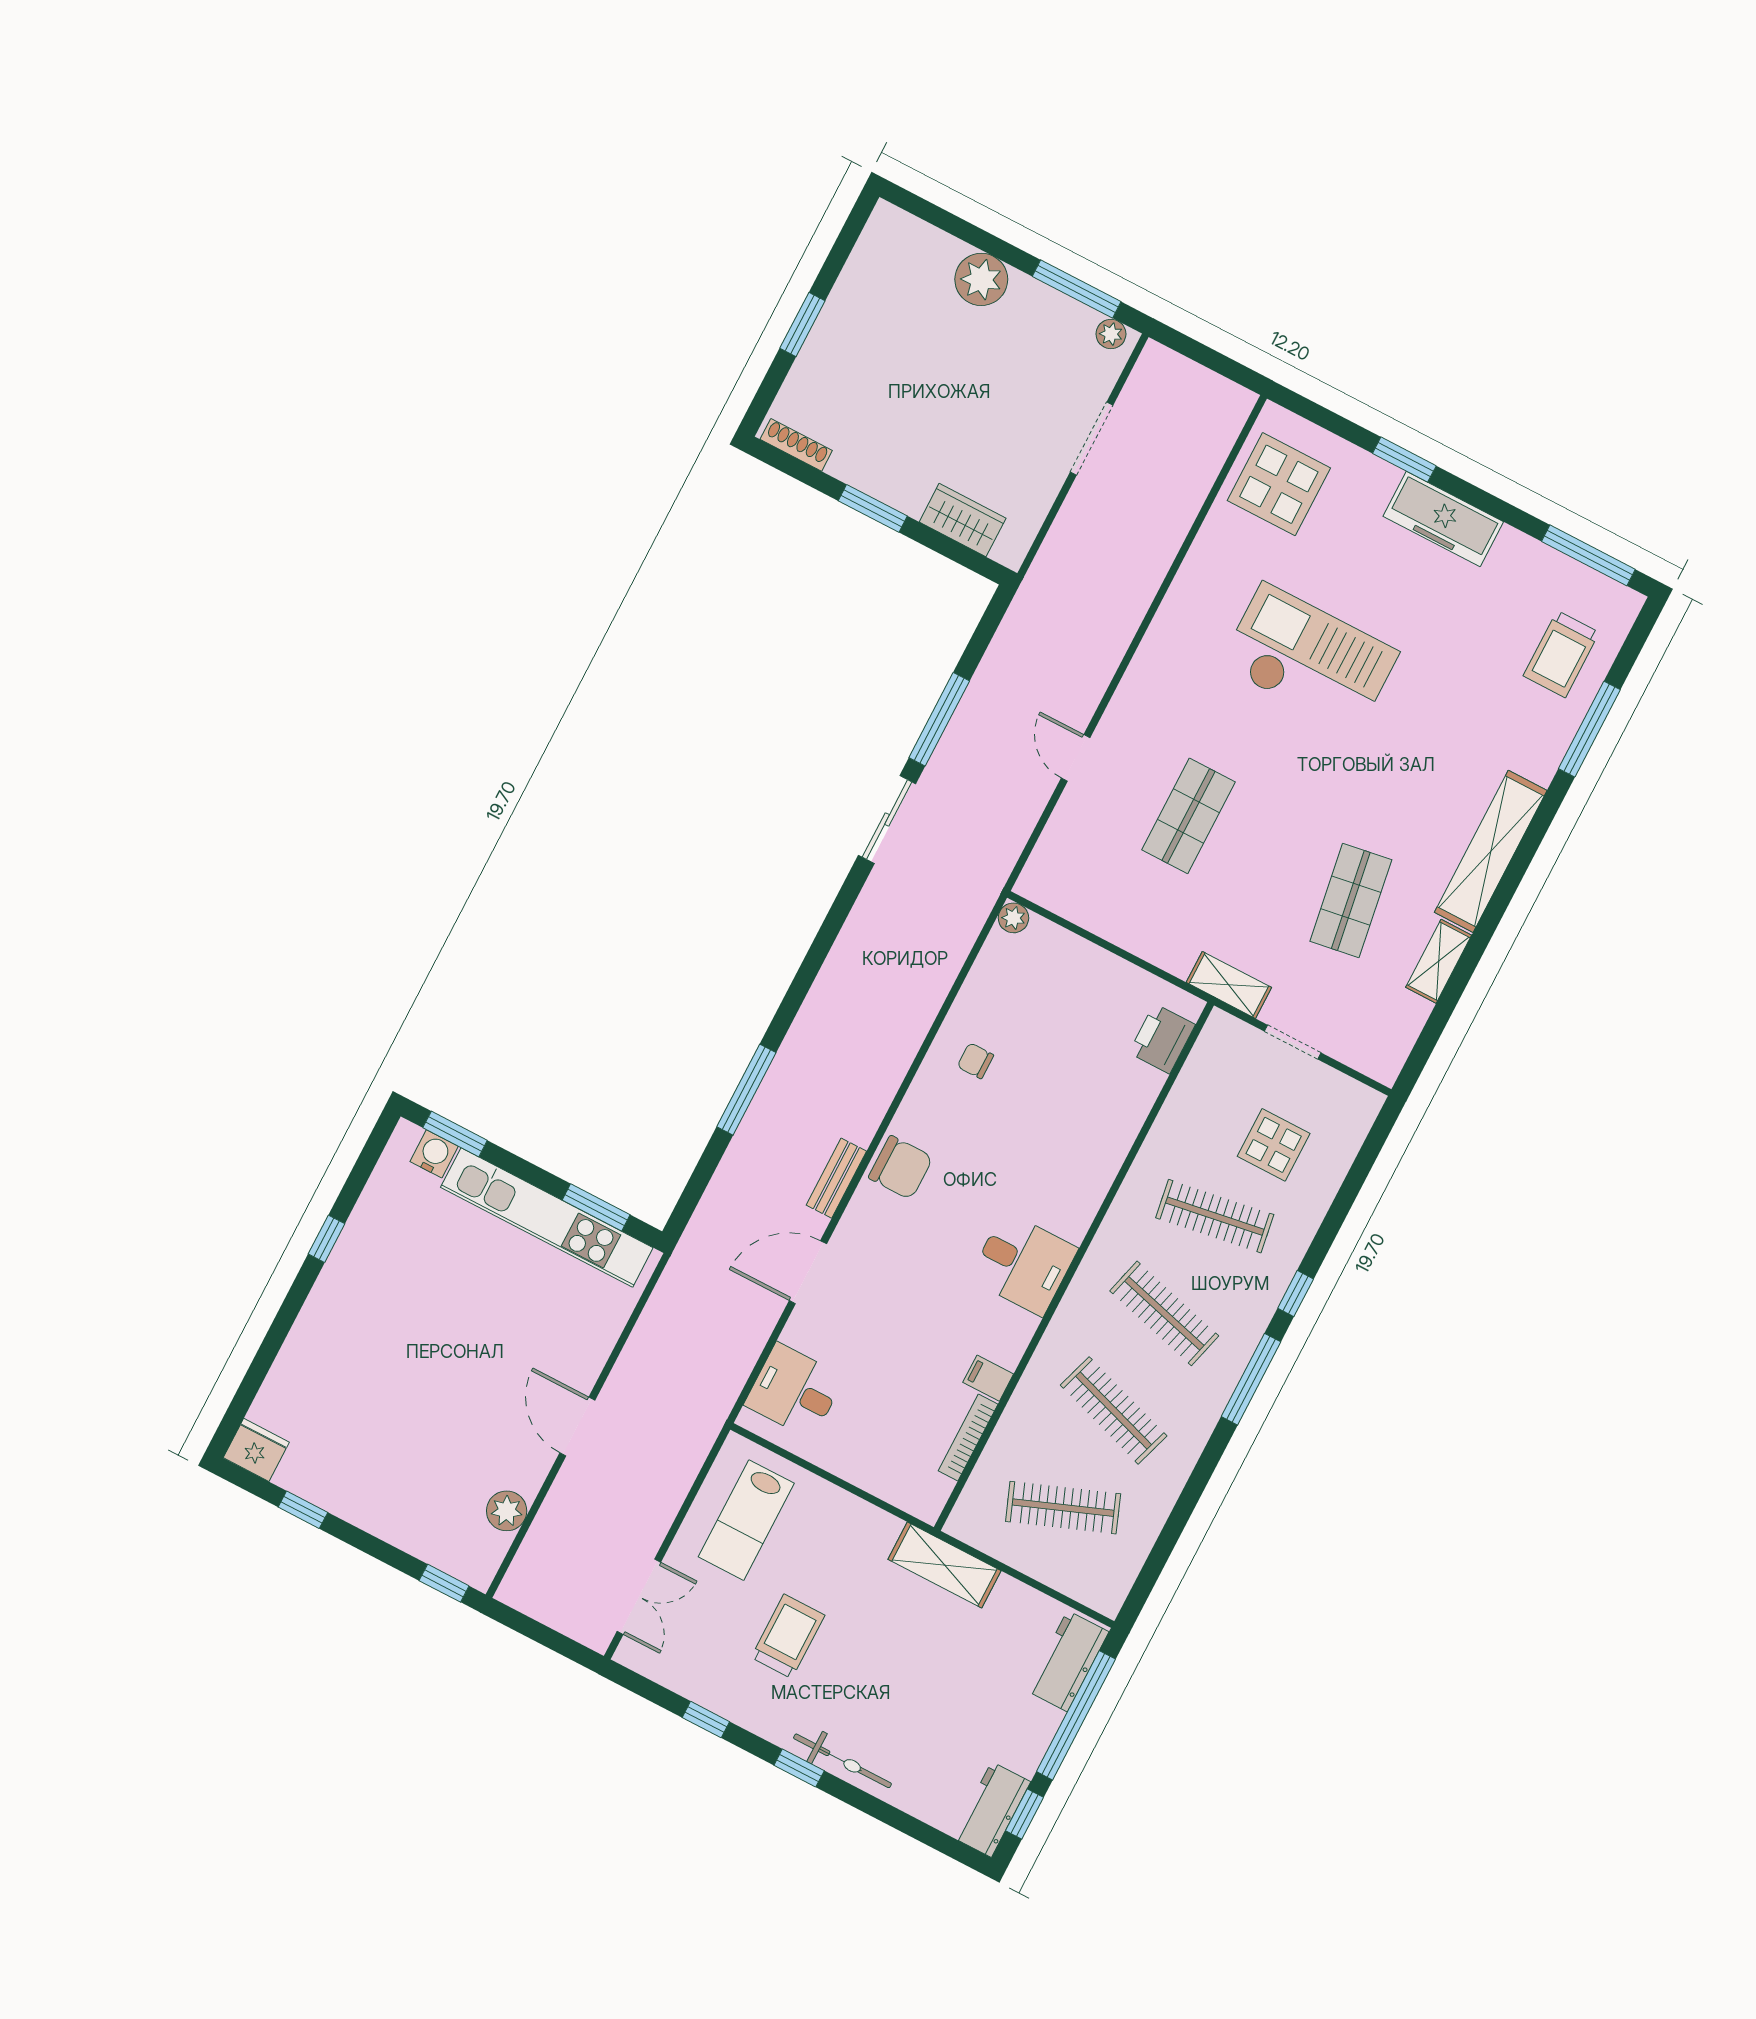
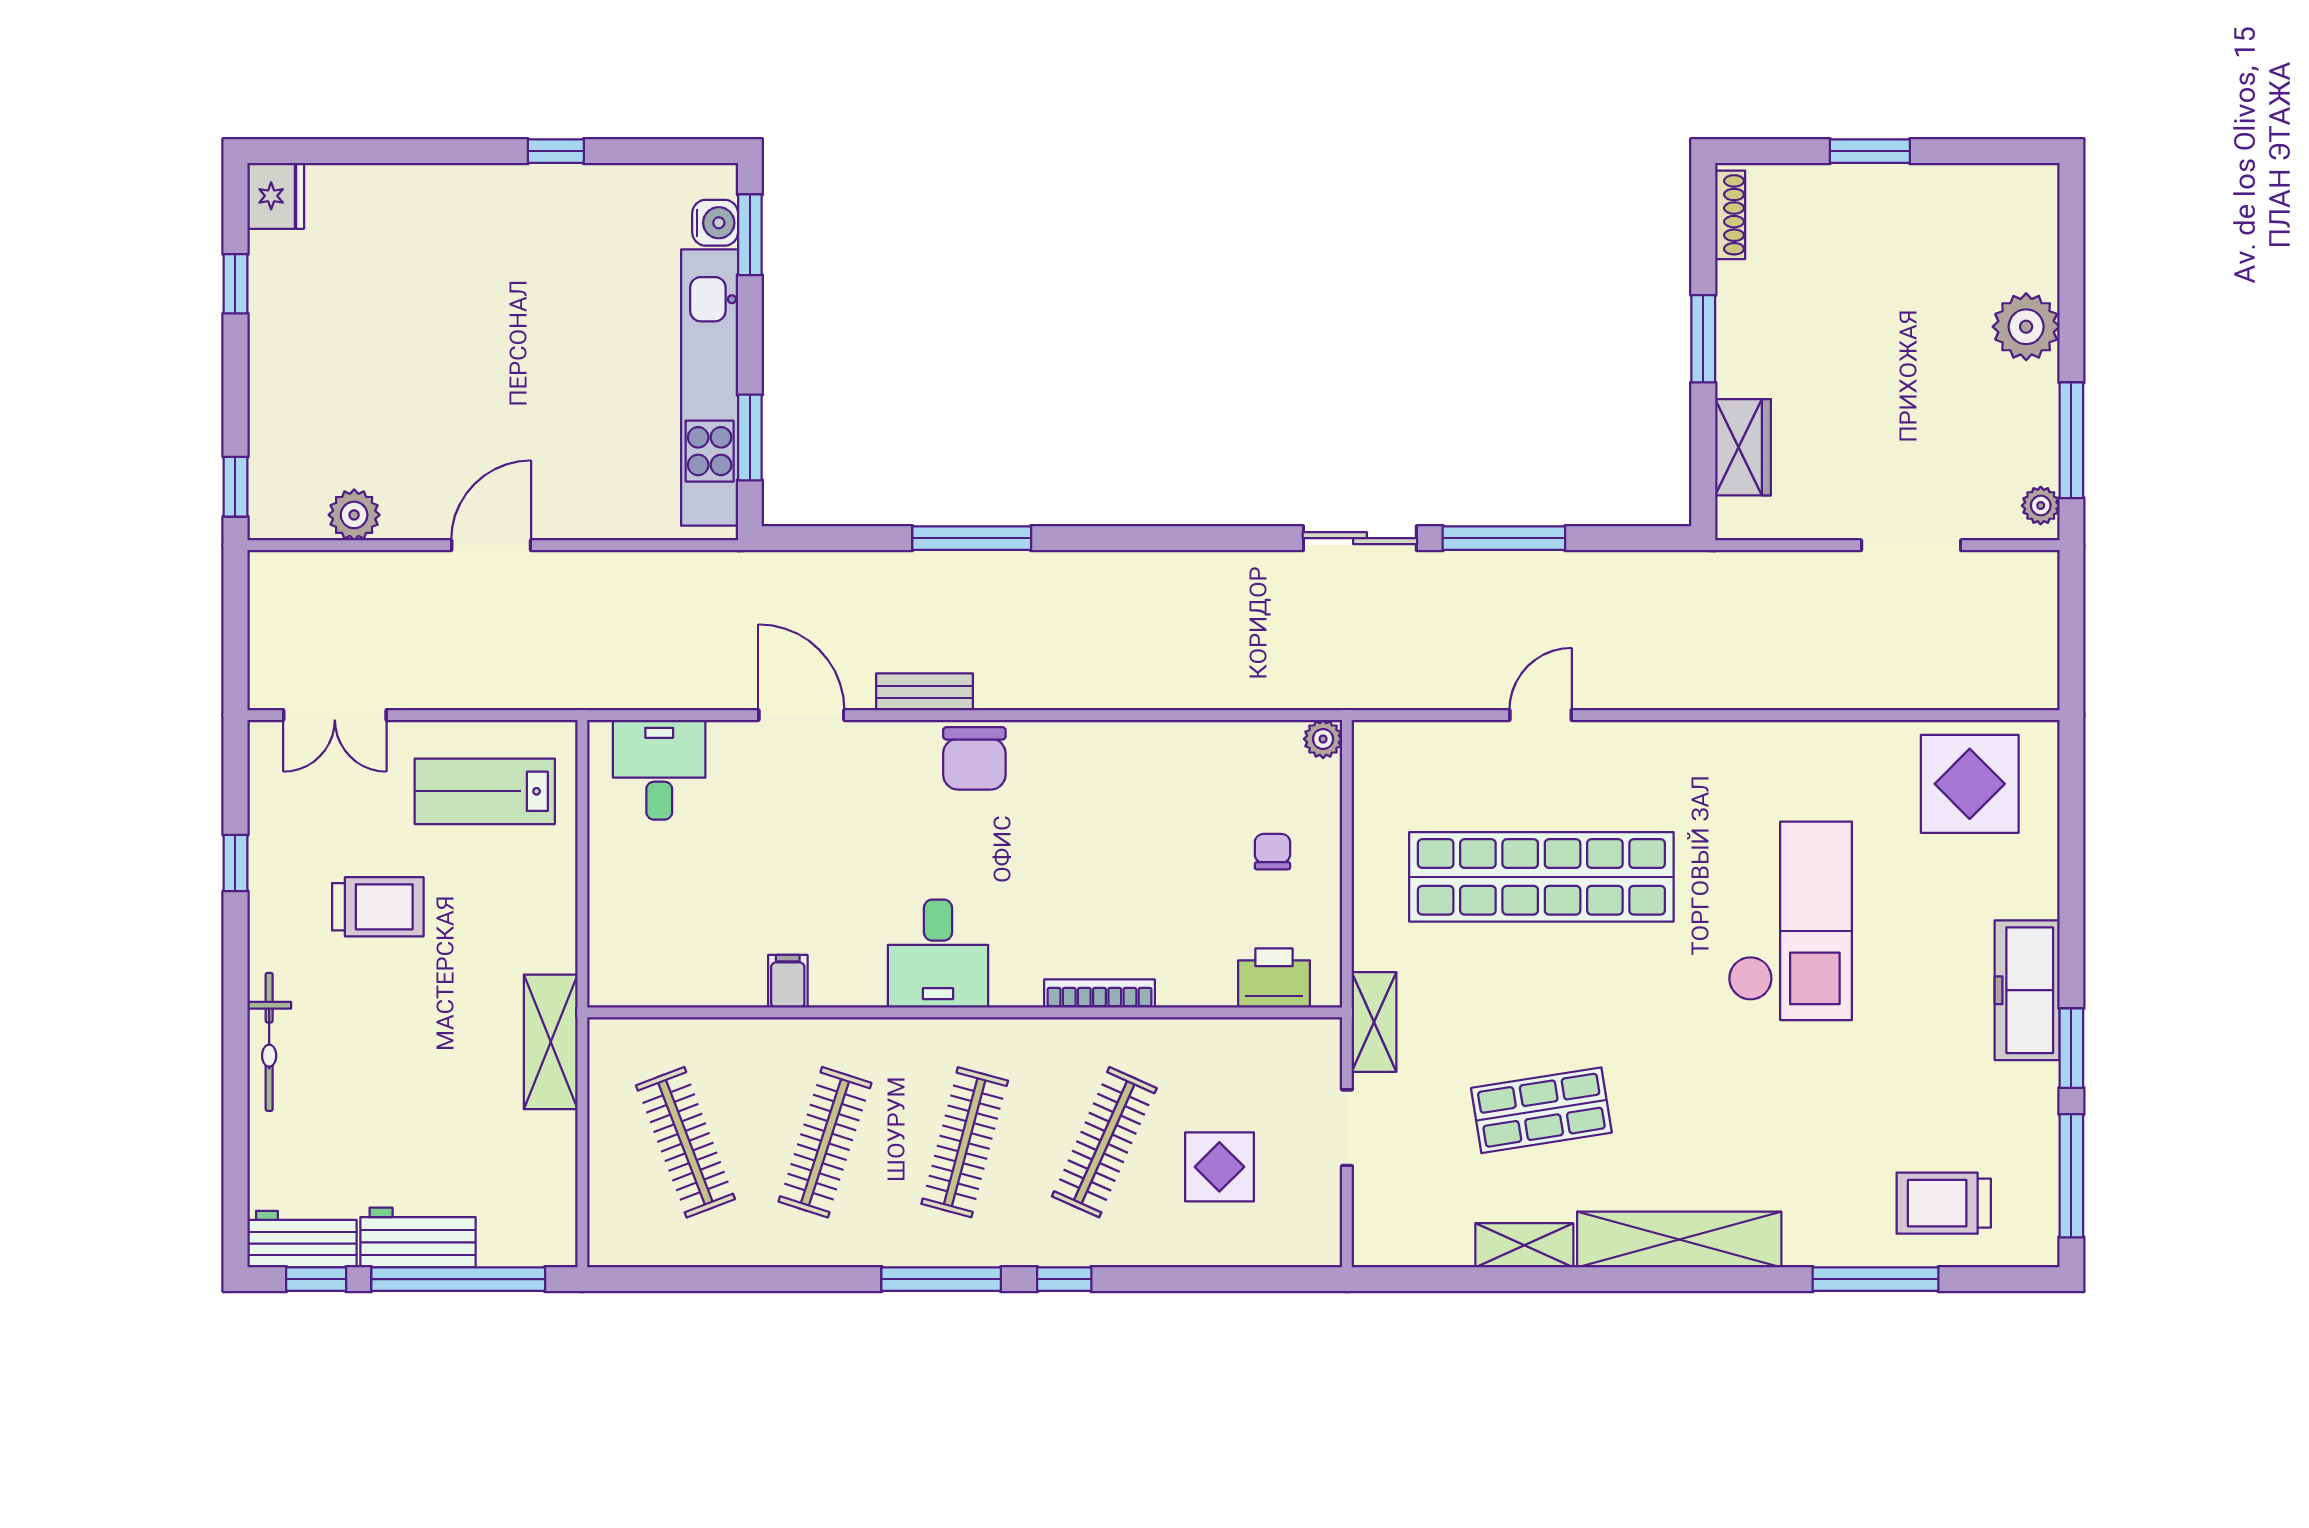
window: (1404, 460) -> (2071, 1048), moved
shop shelf: (1188, 816) -> (1541, 877), width x2.00, depth x1.36
chair: (975, 1061) -> (1272, 852), moved
clothes rail: (1215, 1216) -> (1104, 1142), turned 33
bookcase: (968, 1437) -> (1100, 994), moved
workbench: (1067, 1661) -> (418, 1237), moved
window: (799, 1768) -> (235, 997), removed

